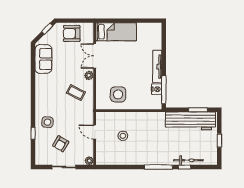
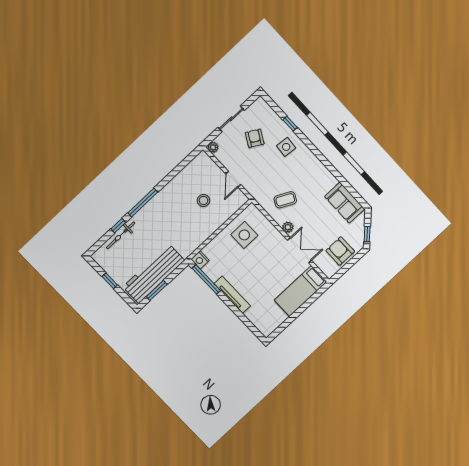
armchair: (72, 33) -> (340, 251), turned -90
nightstand: (157, 89) -> (200, 260), moved
door: (95, 132) -> (233, 179), swing flipped

